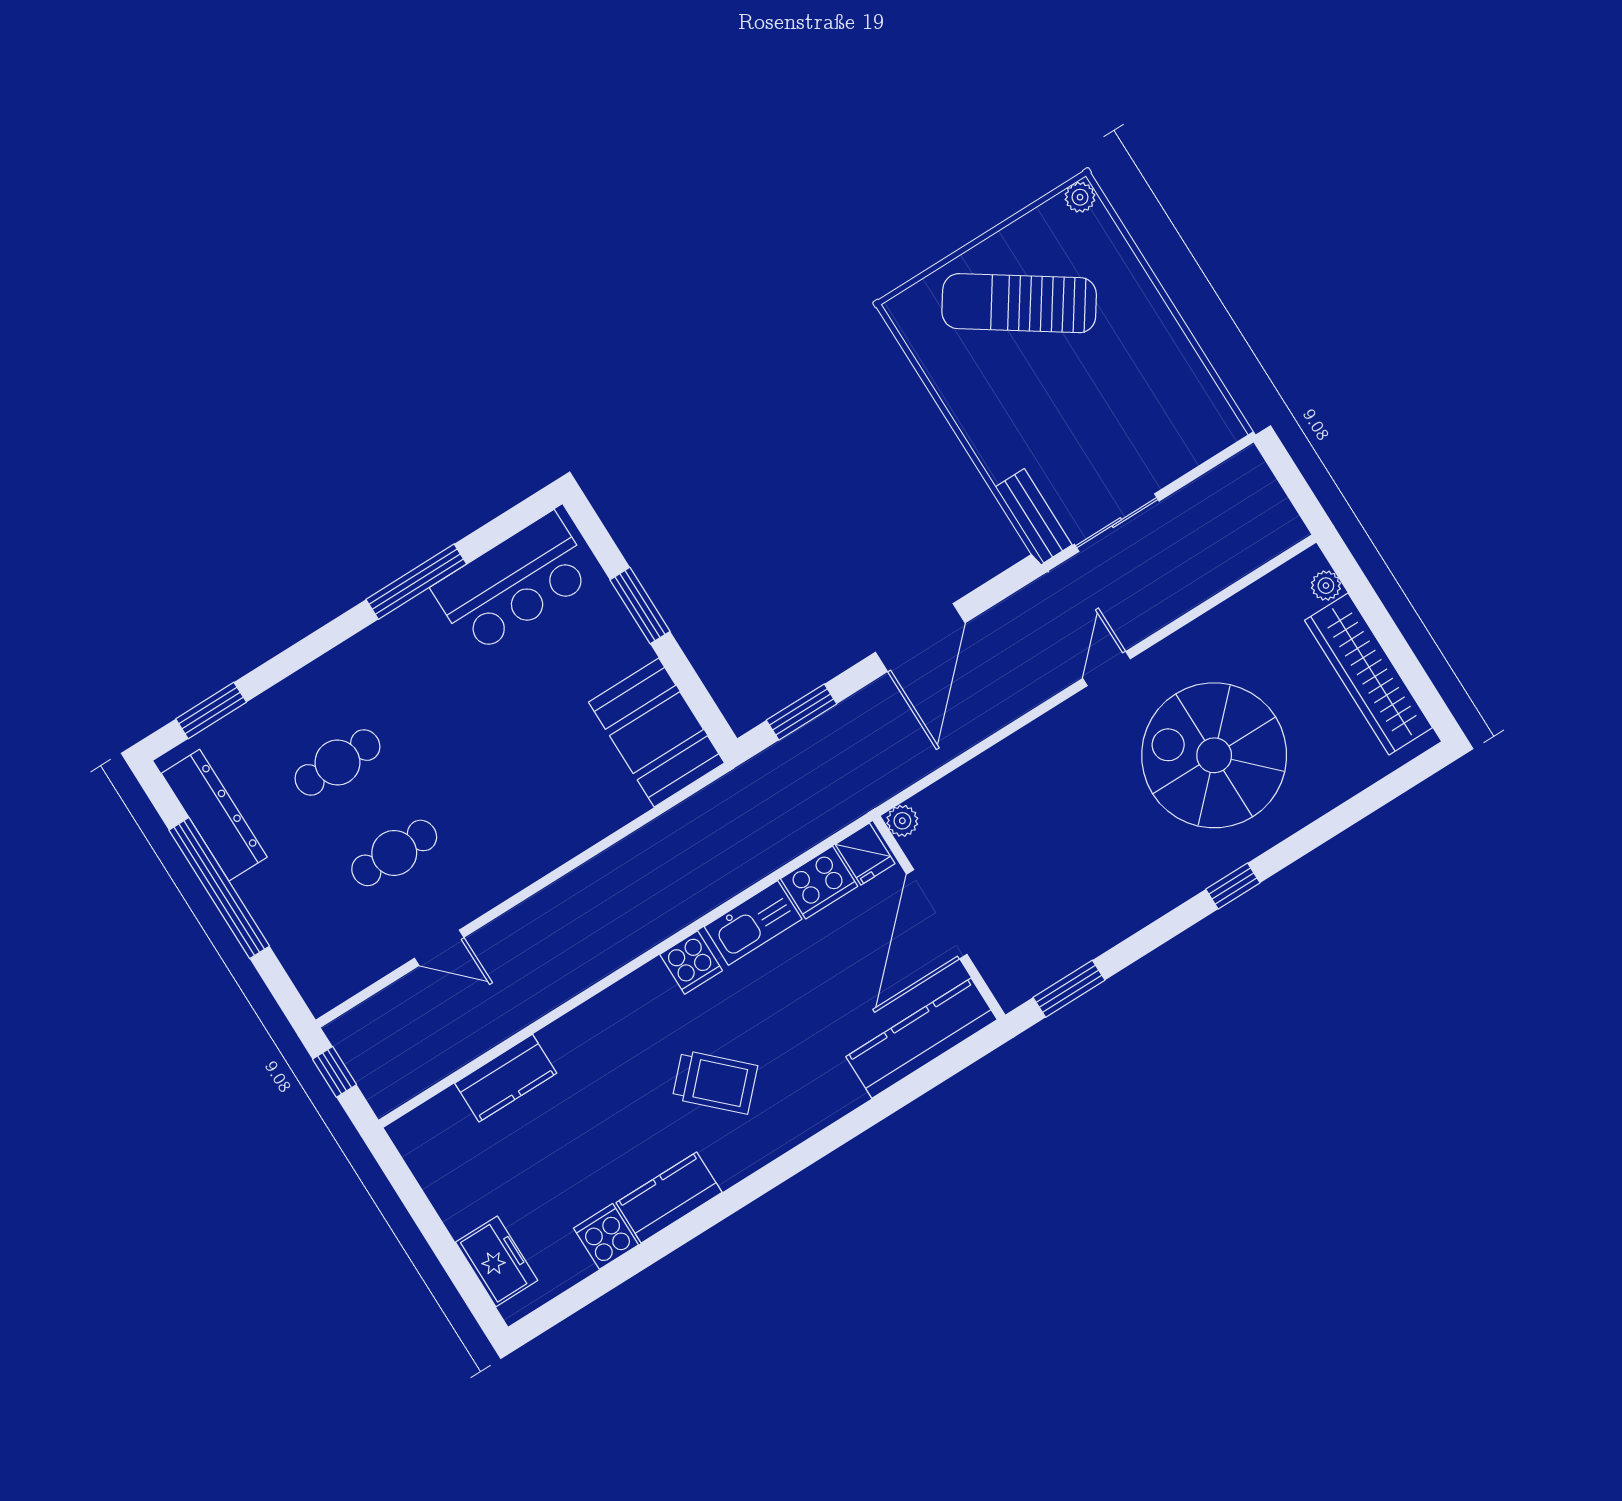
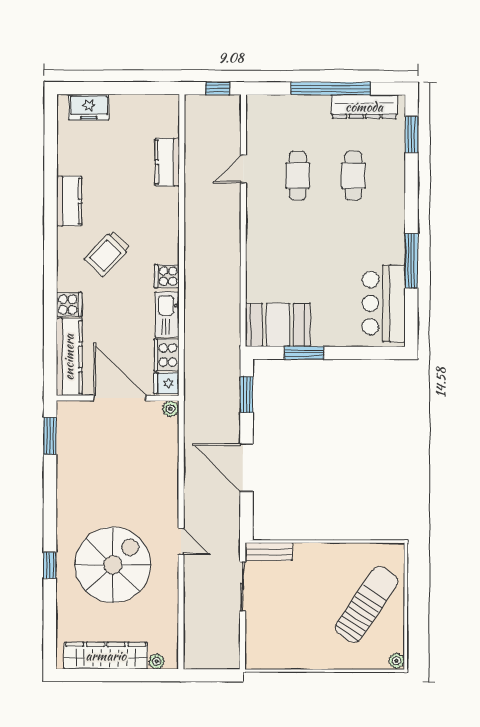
window: (640, 606) -> (304, 353), moved
window: (1233, 886) -> (50, 565), moved
cooker: (606, 1236) -> (69, 305), moved

